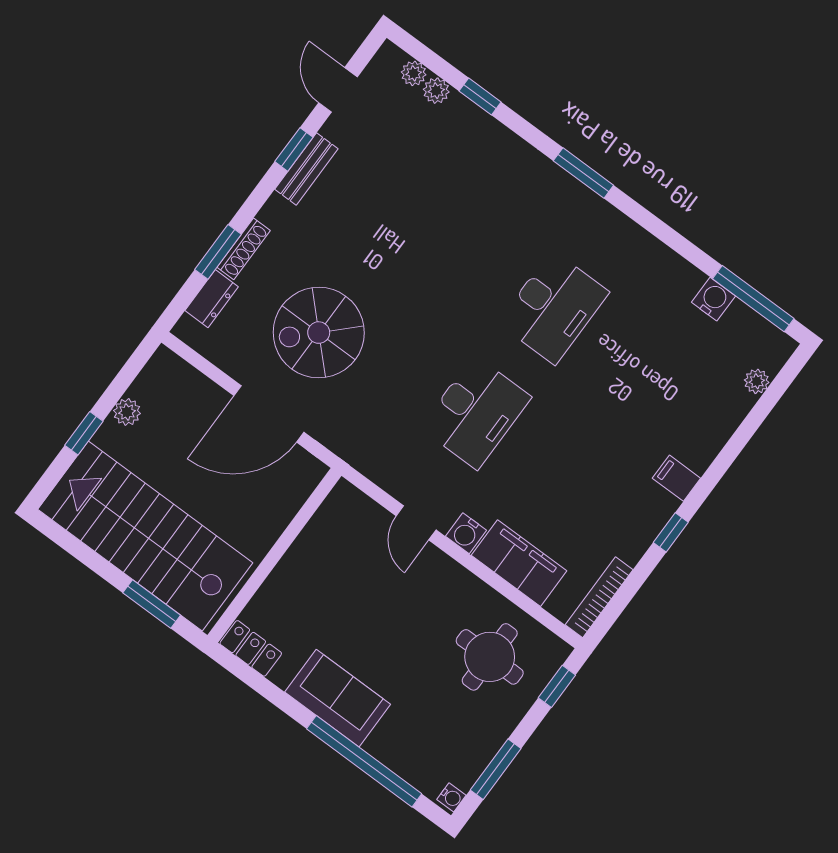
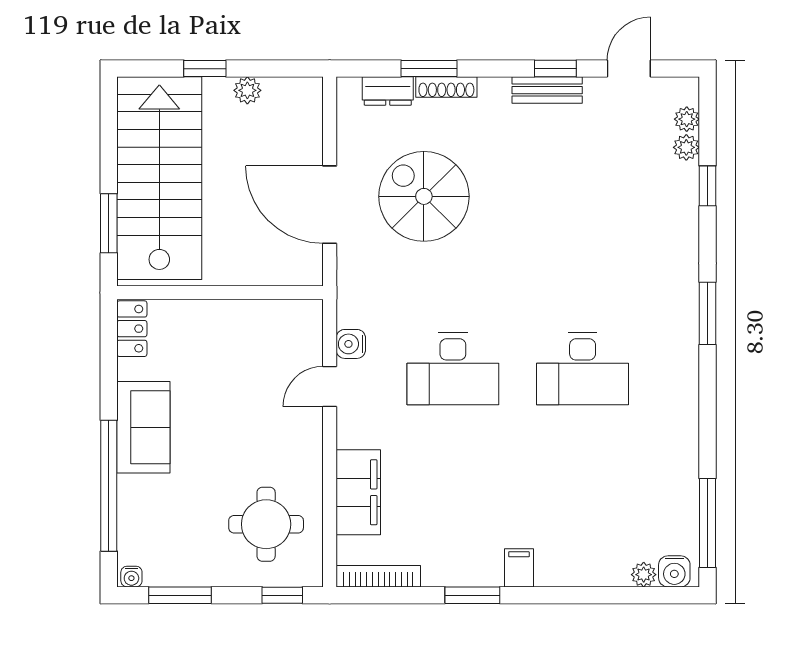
water cooler: (713, 299) -> (674, 571), moved, turned 90
window: (671, 532) -> (472, 595), width x1.50
water cooler: (466, 533) -> (351, 344), moved

